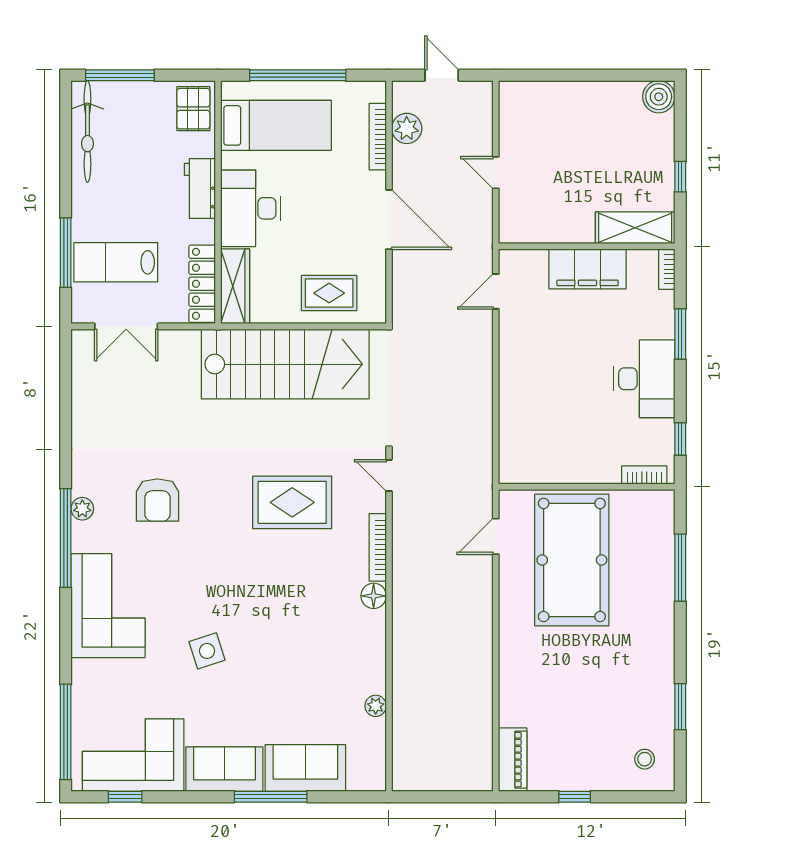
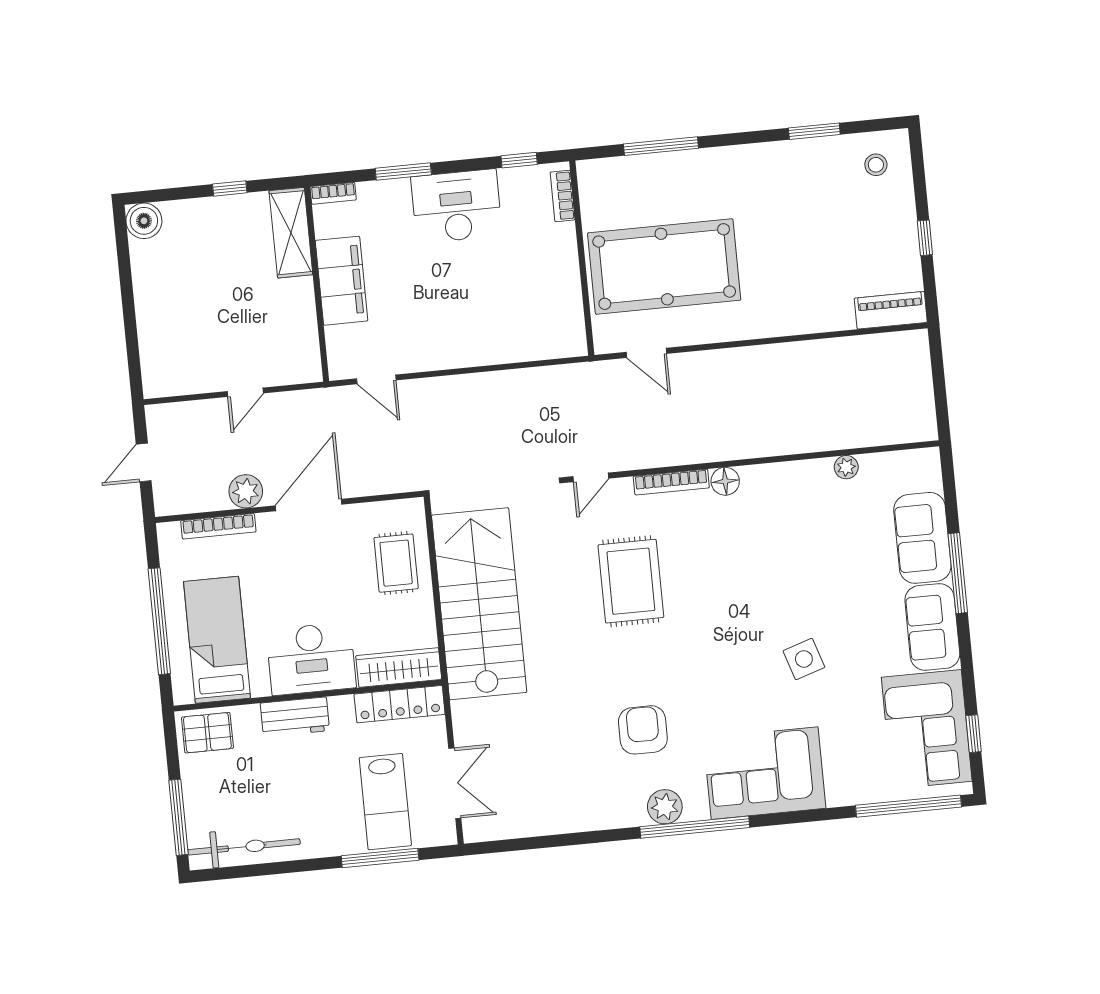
plant: (407, 128) -> (246, 491), moved
armchair: (157, 500) -> (643, 730), turned -90
plant: (82, 509) -> (665, 807), width x1.38, depth x1.38

